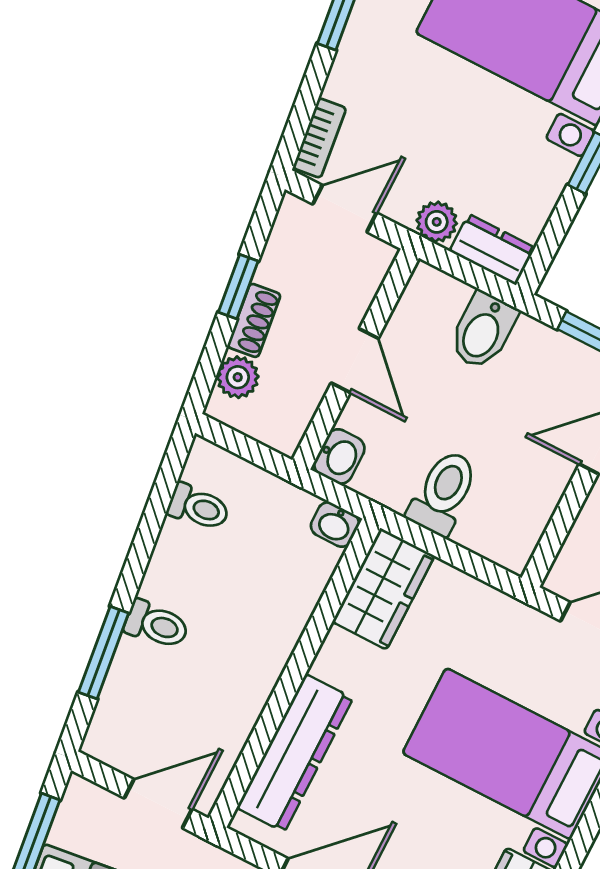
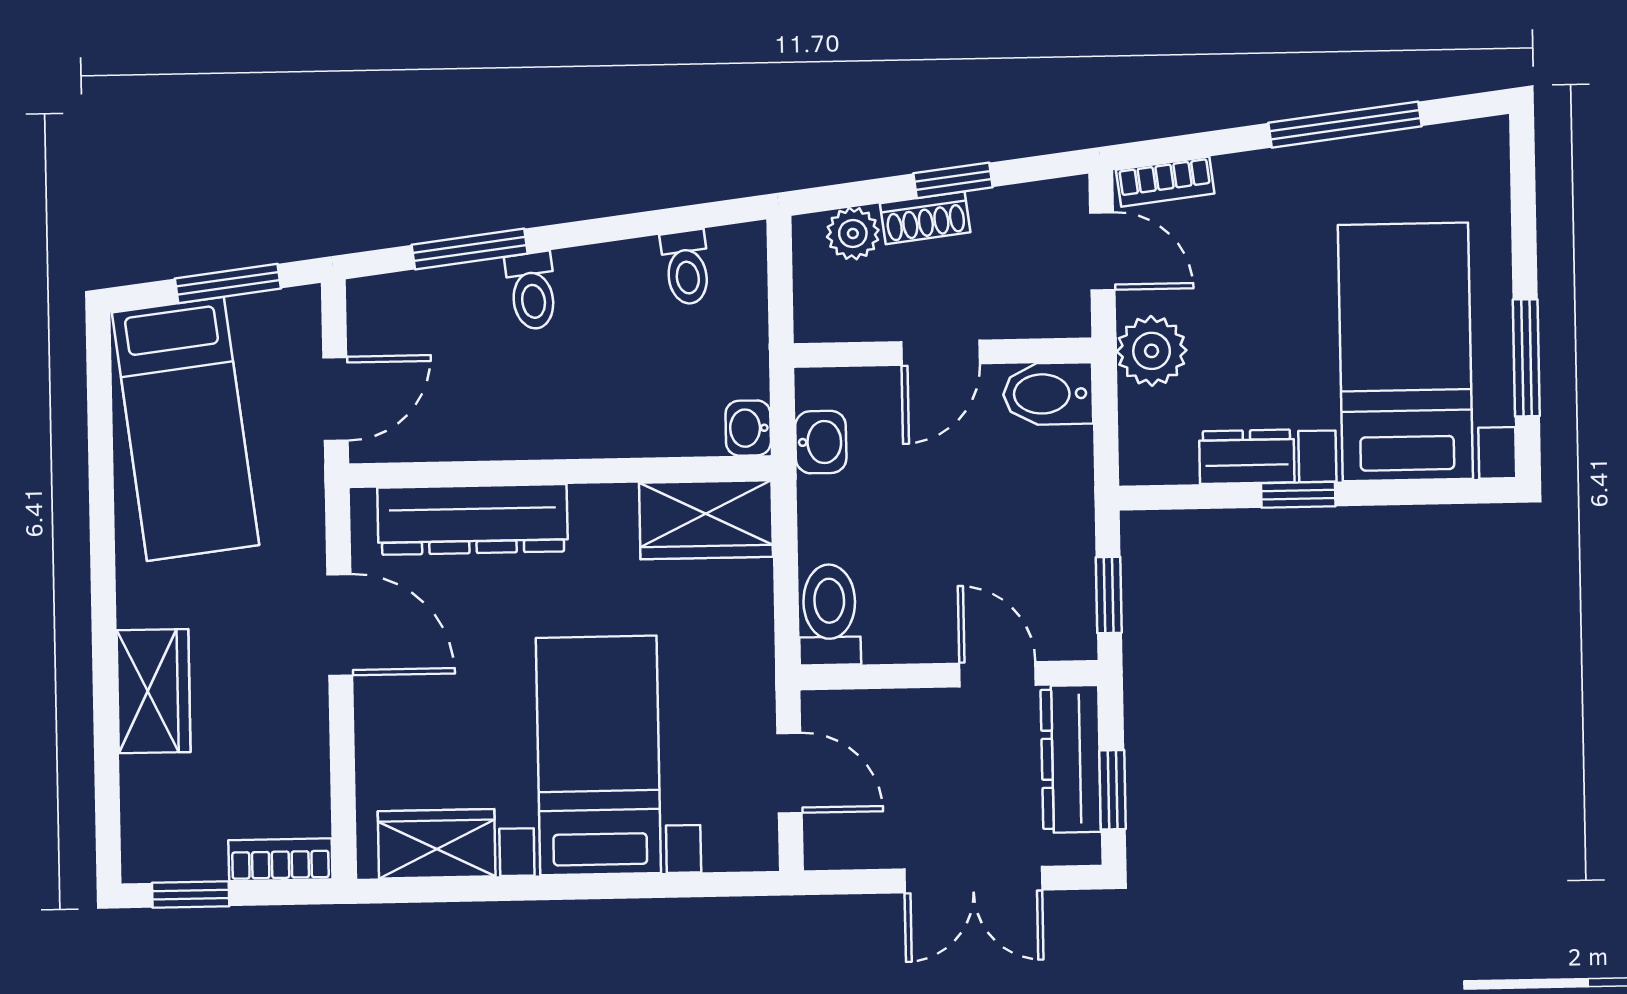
plant: (437, 222) -> (1152, 351), width x1.38, depth x1.38
dresser: (492, 249) -> (1247, 457), moved, turned -90
bidet: (483, 331) -> (1048, 394), moved
washbasin: (339, 456) -> (821, 442), moved, turned -90
toilet: (443, 493) -> (829, 615), moved, turned -90
door: (158, 804) -> (336, 399), hinge flipped

